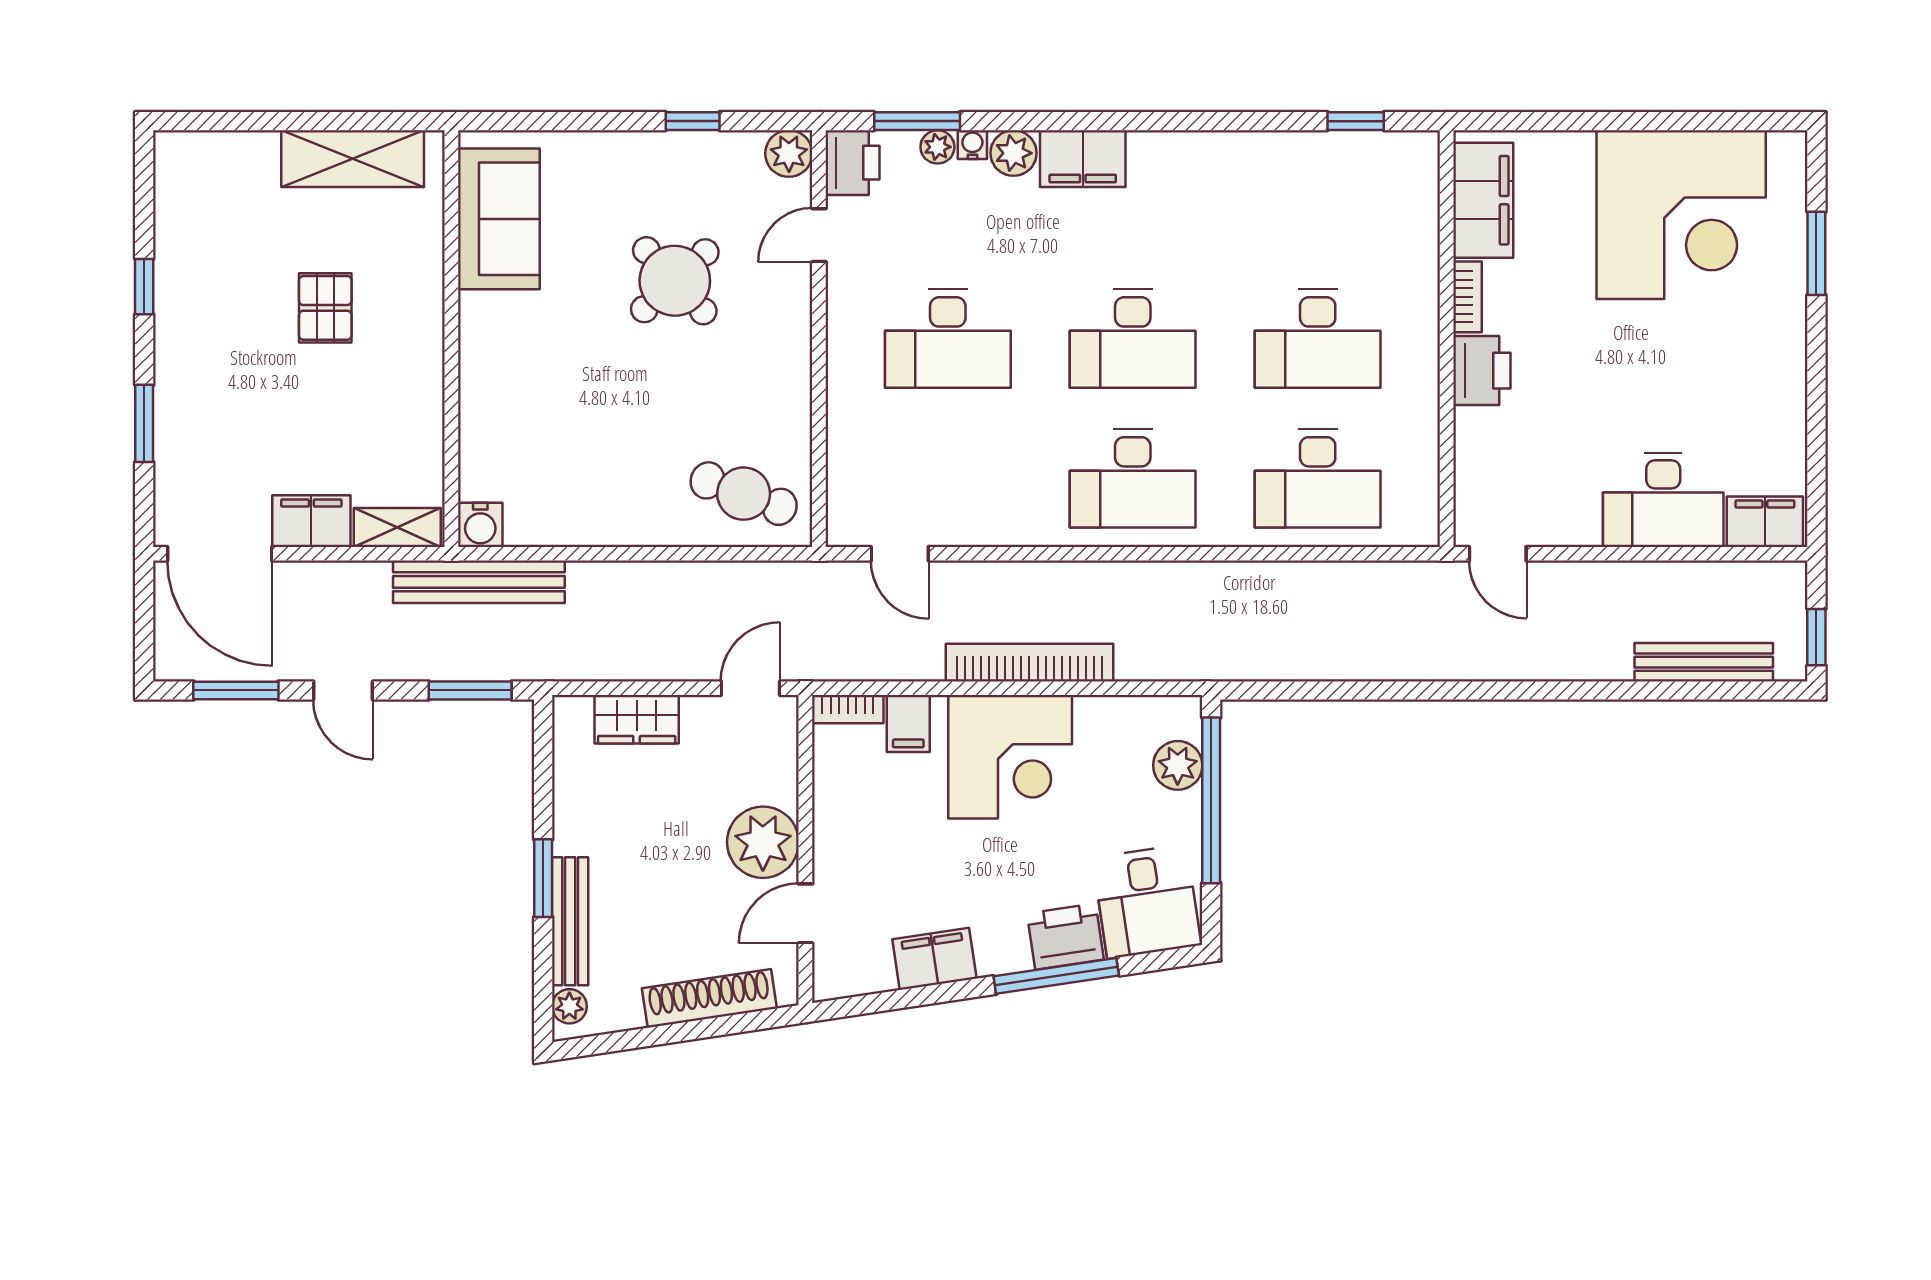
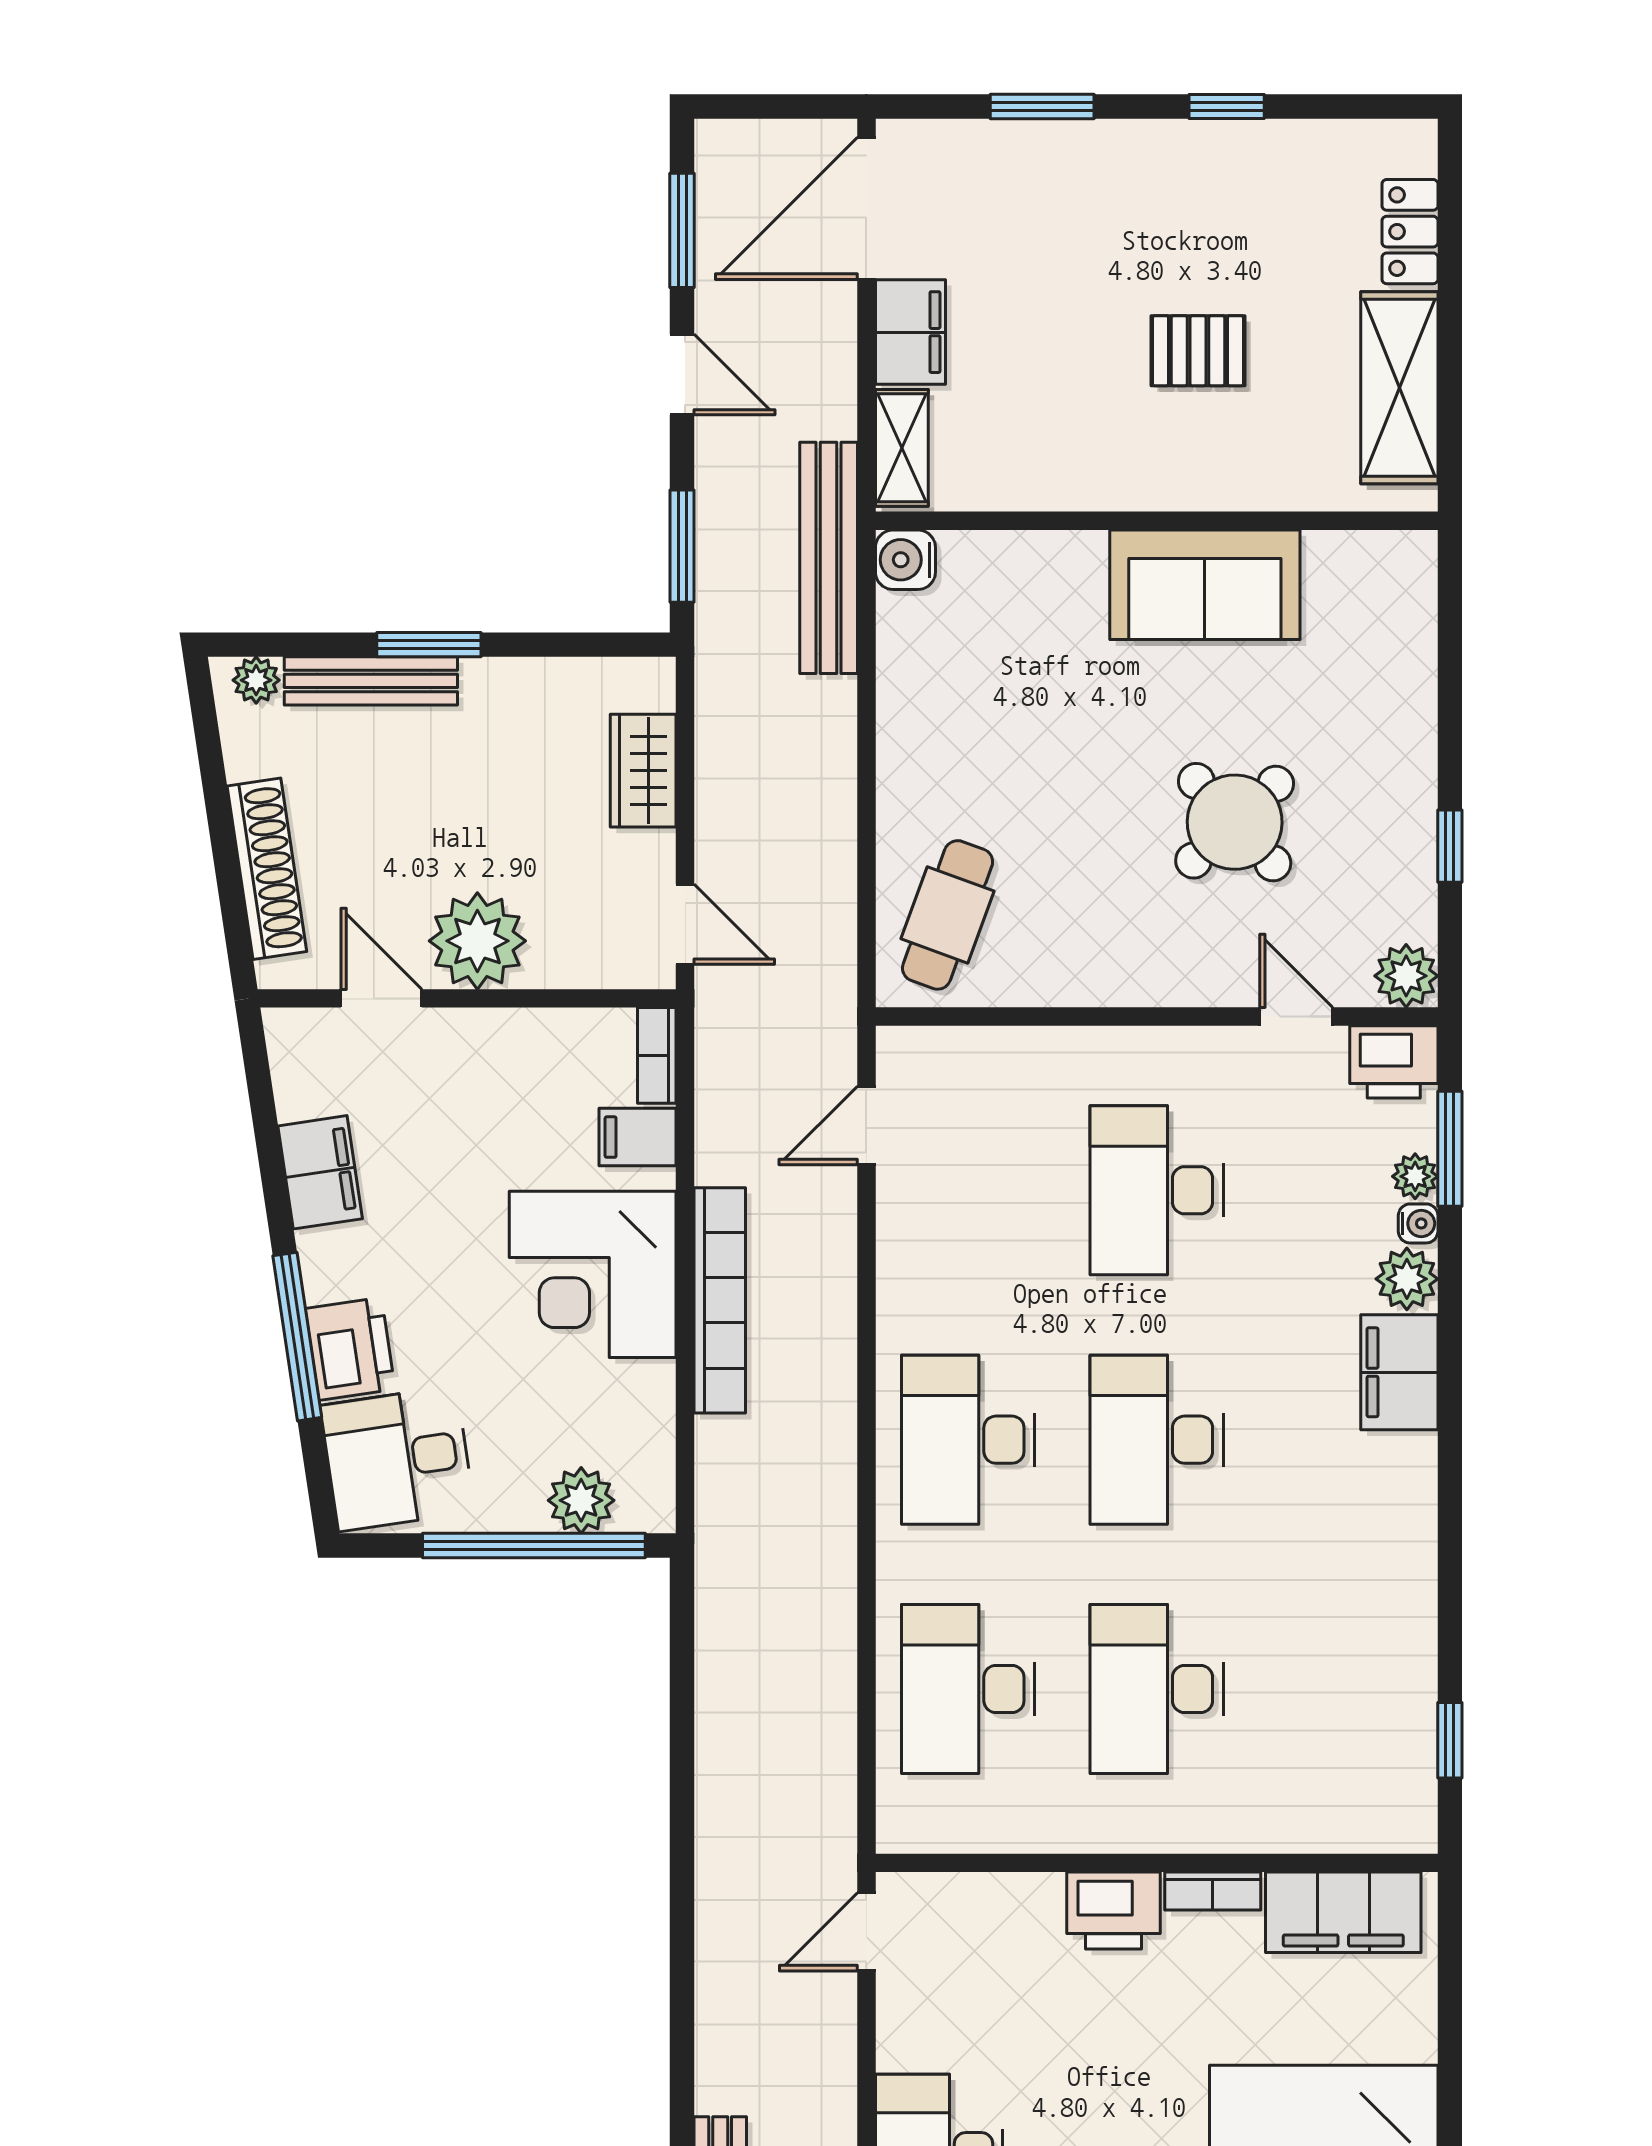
locker: (237, 151) -> (1410, 232), added
sofa: (499, 219) -> (1205, 585), moved
door: (343, 690) -> (682, 375), swing flipped

